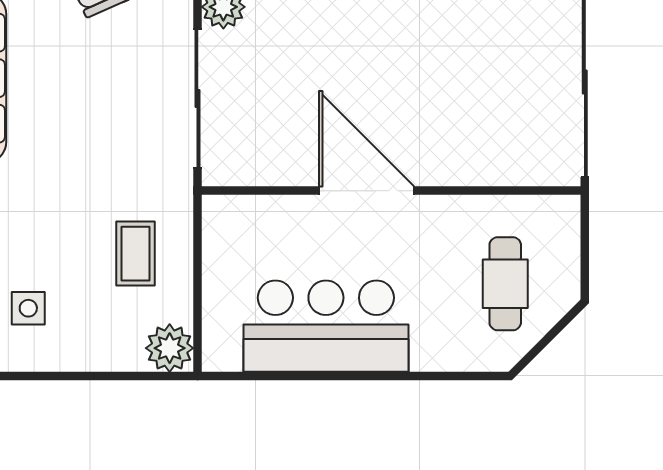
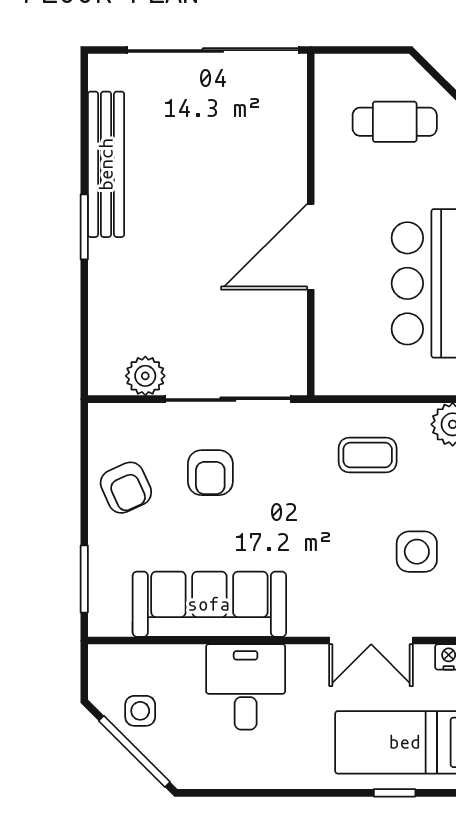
armchair: (116, 79) -> (210, 473), added
side table: (28, 308) -> (417, 552), width x1.37, depth x1.37

